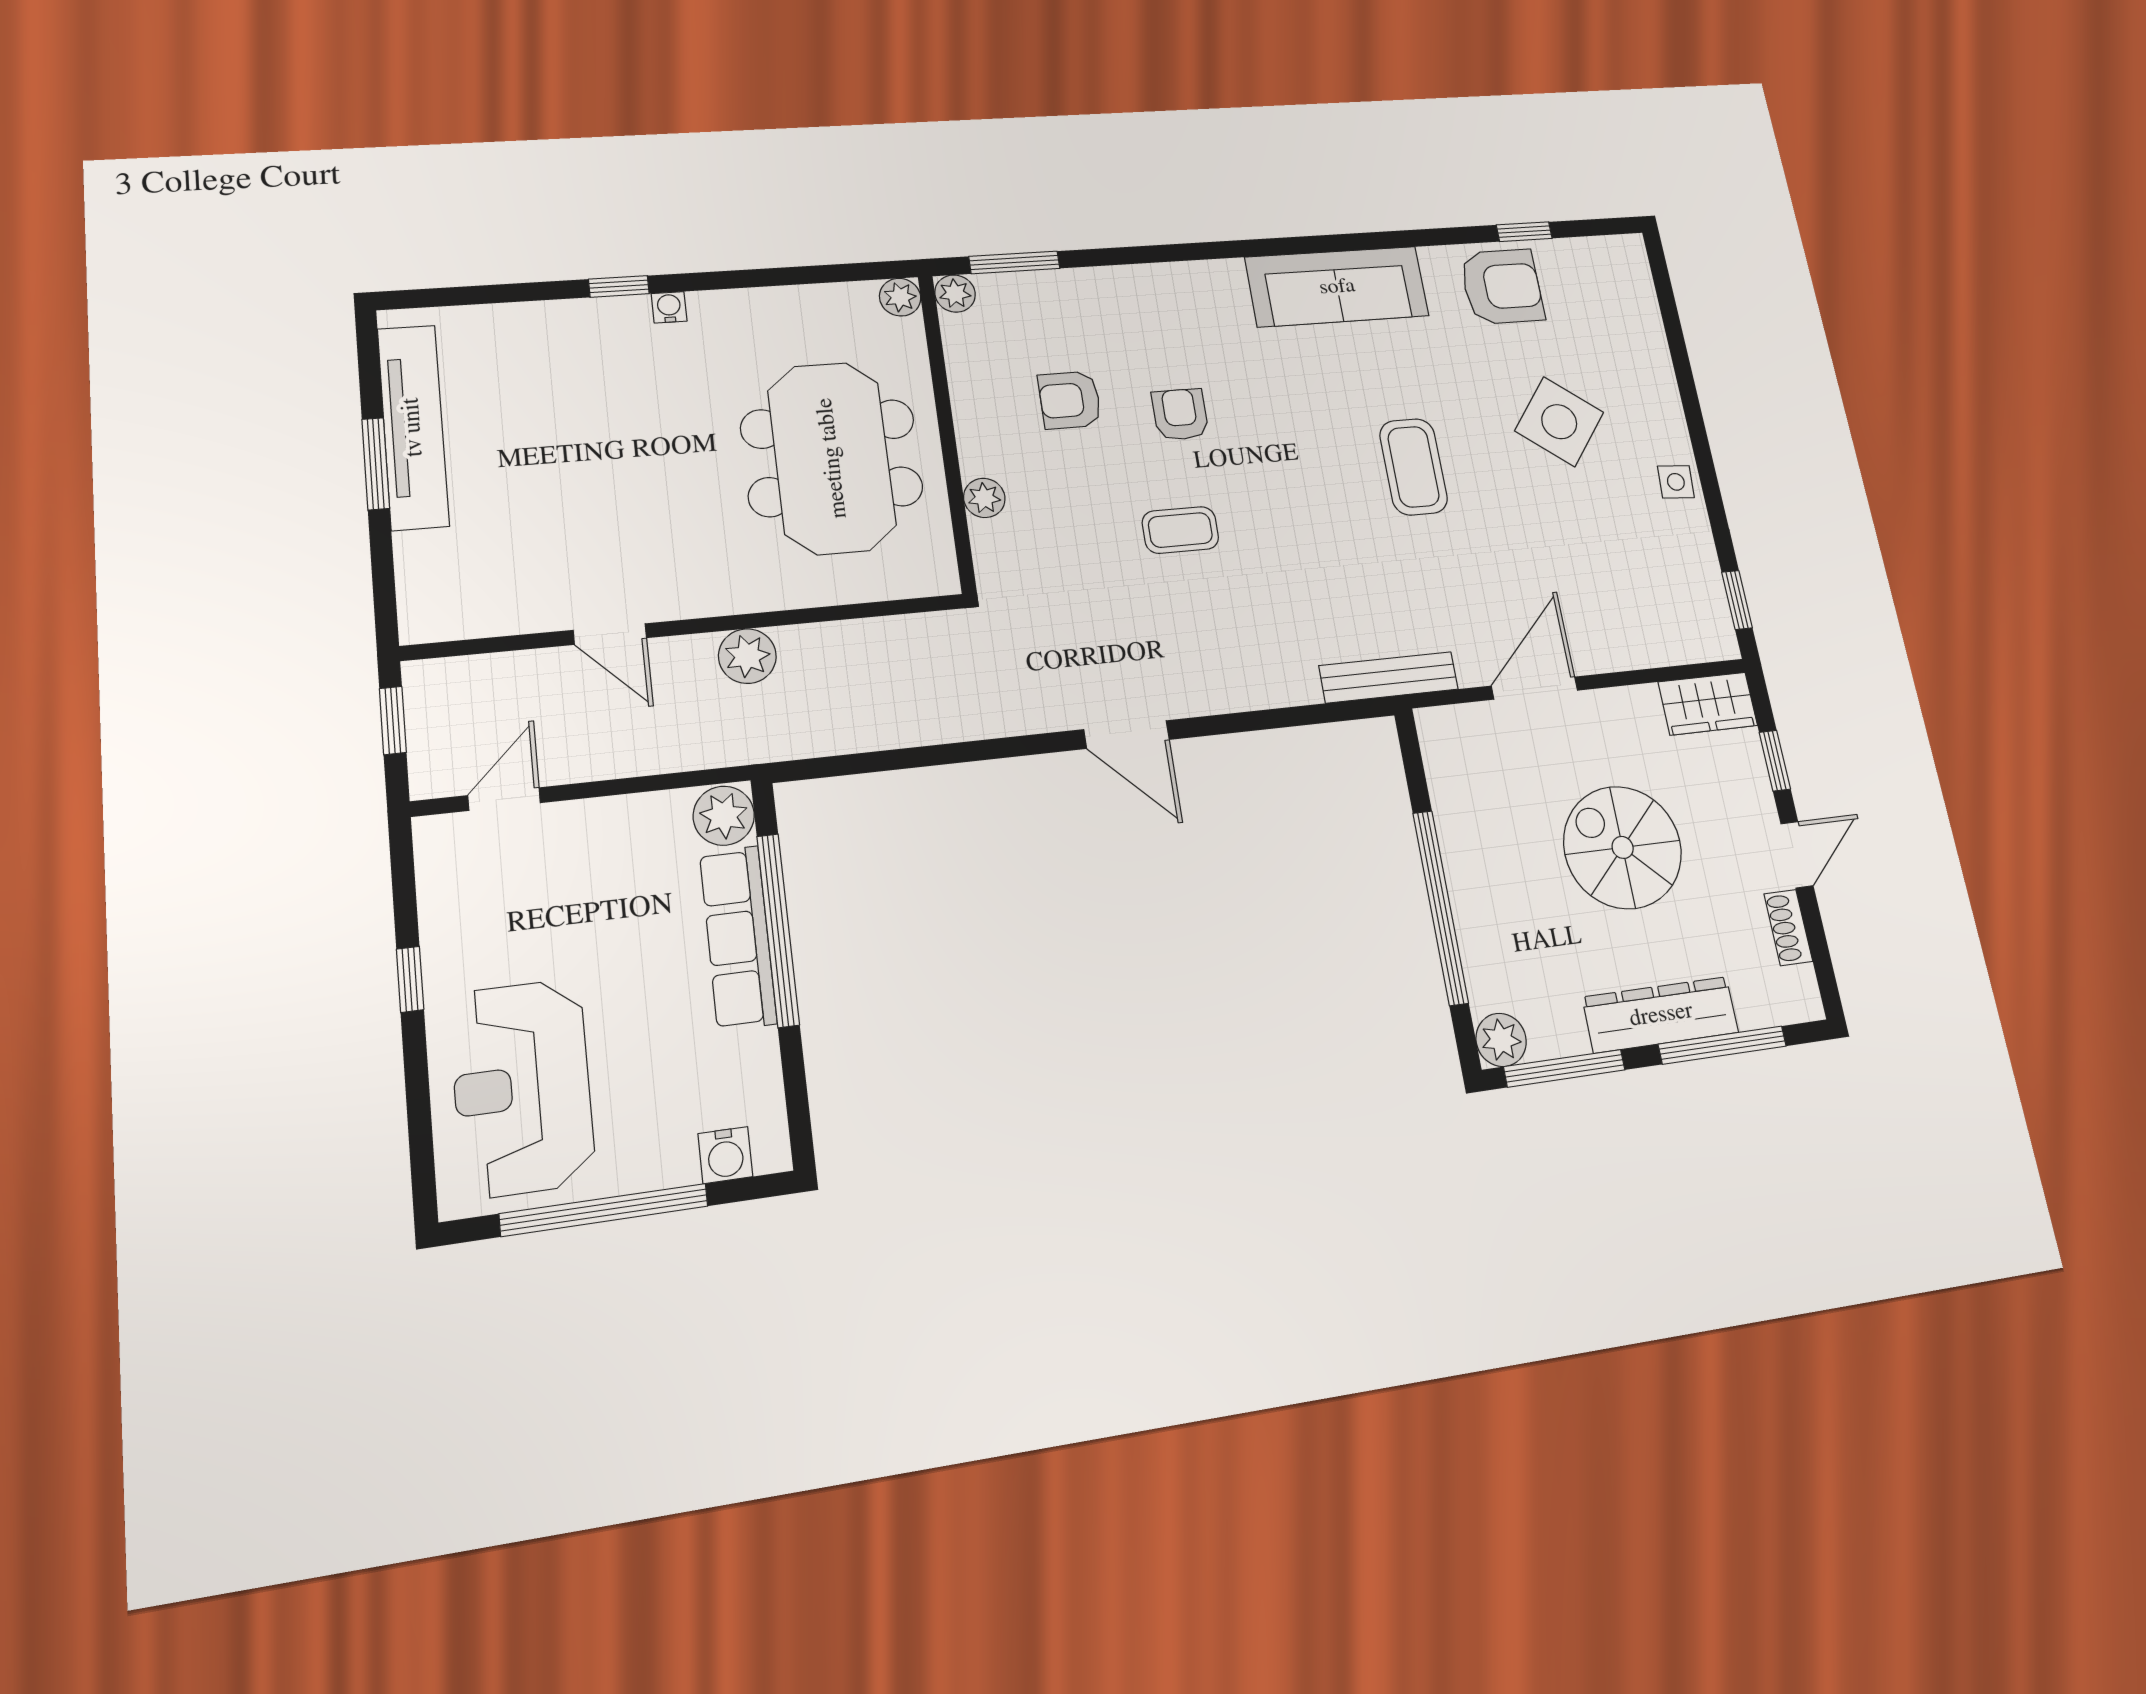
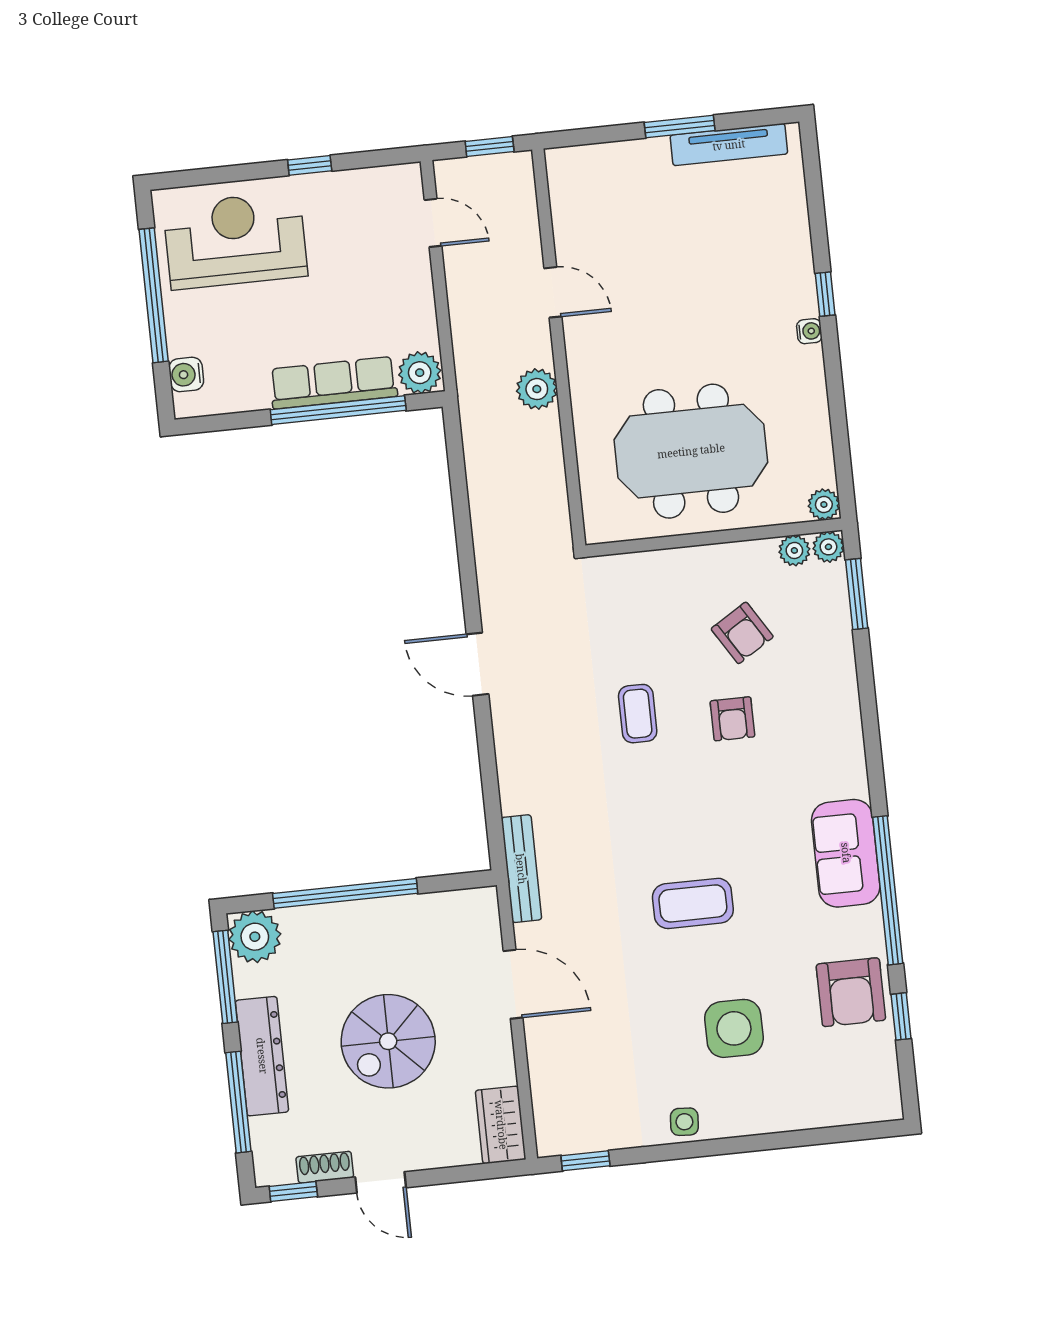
window: (1377, 241) -> (888, 890), added
sofa: (1337, 287) -> (846, 853), width x0.73
armchair: (1070, 400) -> (742, 633), turned 148
armchair: (1180, 414) -> (732, 719), turned 90
side table: (1559, 422) -> (734, 1028), turned -38
tv unit: (413, 427) -> (729, 145), width x0.73, depth x0.78
plant: (984, 498) -> (794, 550), moved
door: (610, 634) -> (553, 292), swing flipped
door: (1127, 735) -> (478, 664), hinge flipped
window: (1775, 761) -> (293, 1192), moved
spiral stairs: (1623, 847) -> (388, 1041), turned 180
plant: (1501, 1040) -> (255, 937), width x1.36, depth x1.36

